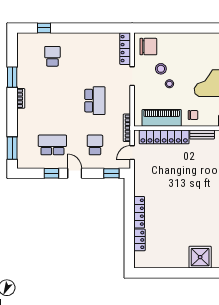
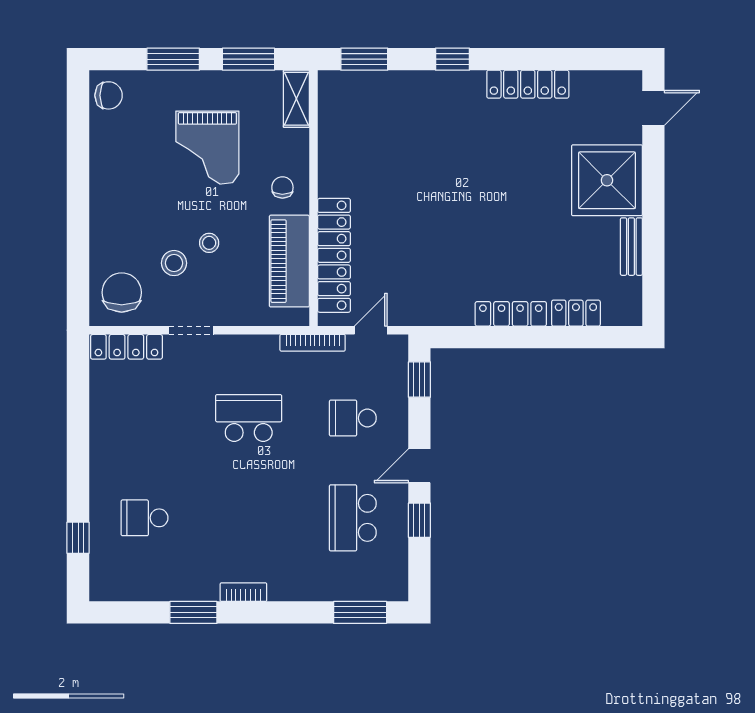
bench: (202, 135) -> (631, 247), moved
door: (132, 153) -> (371, 330), swing flipped
shower: (200, 257) -> (607, 180), width x1.37, depth x1.37

